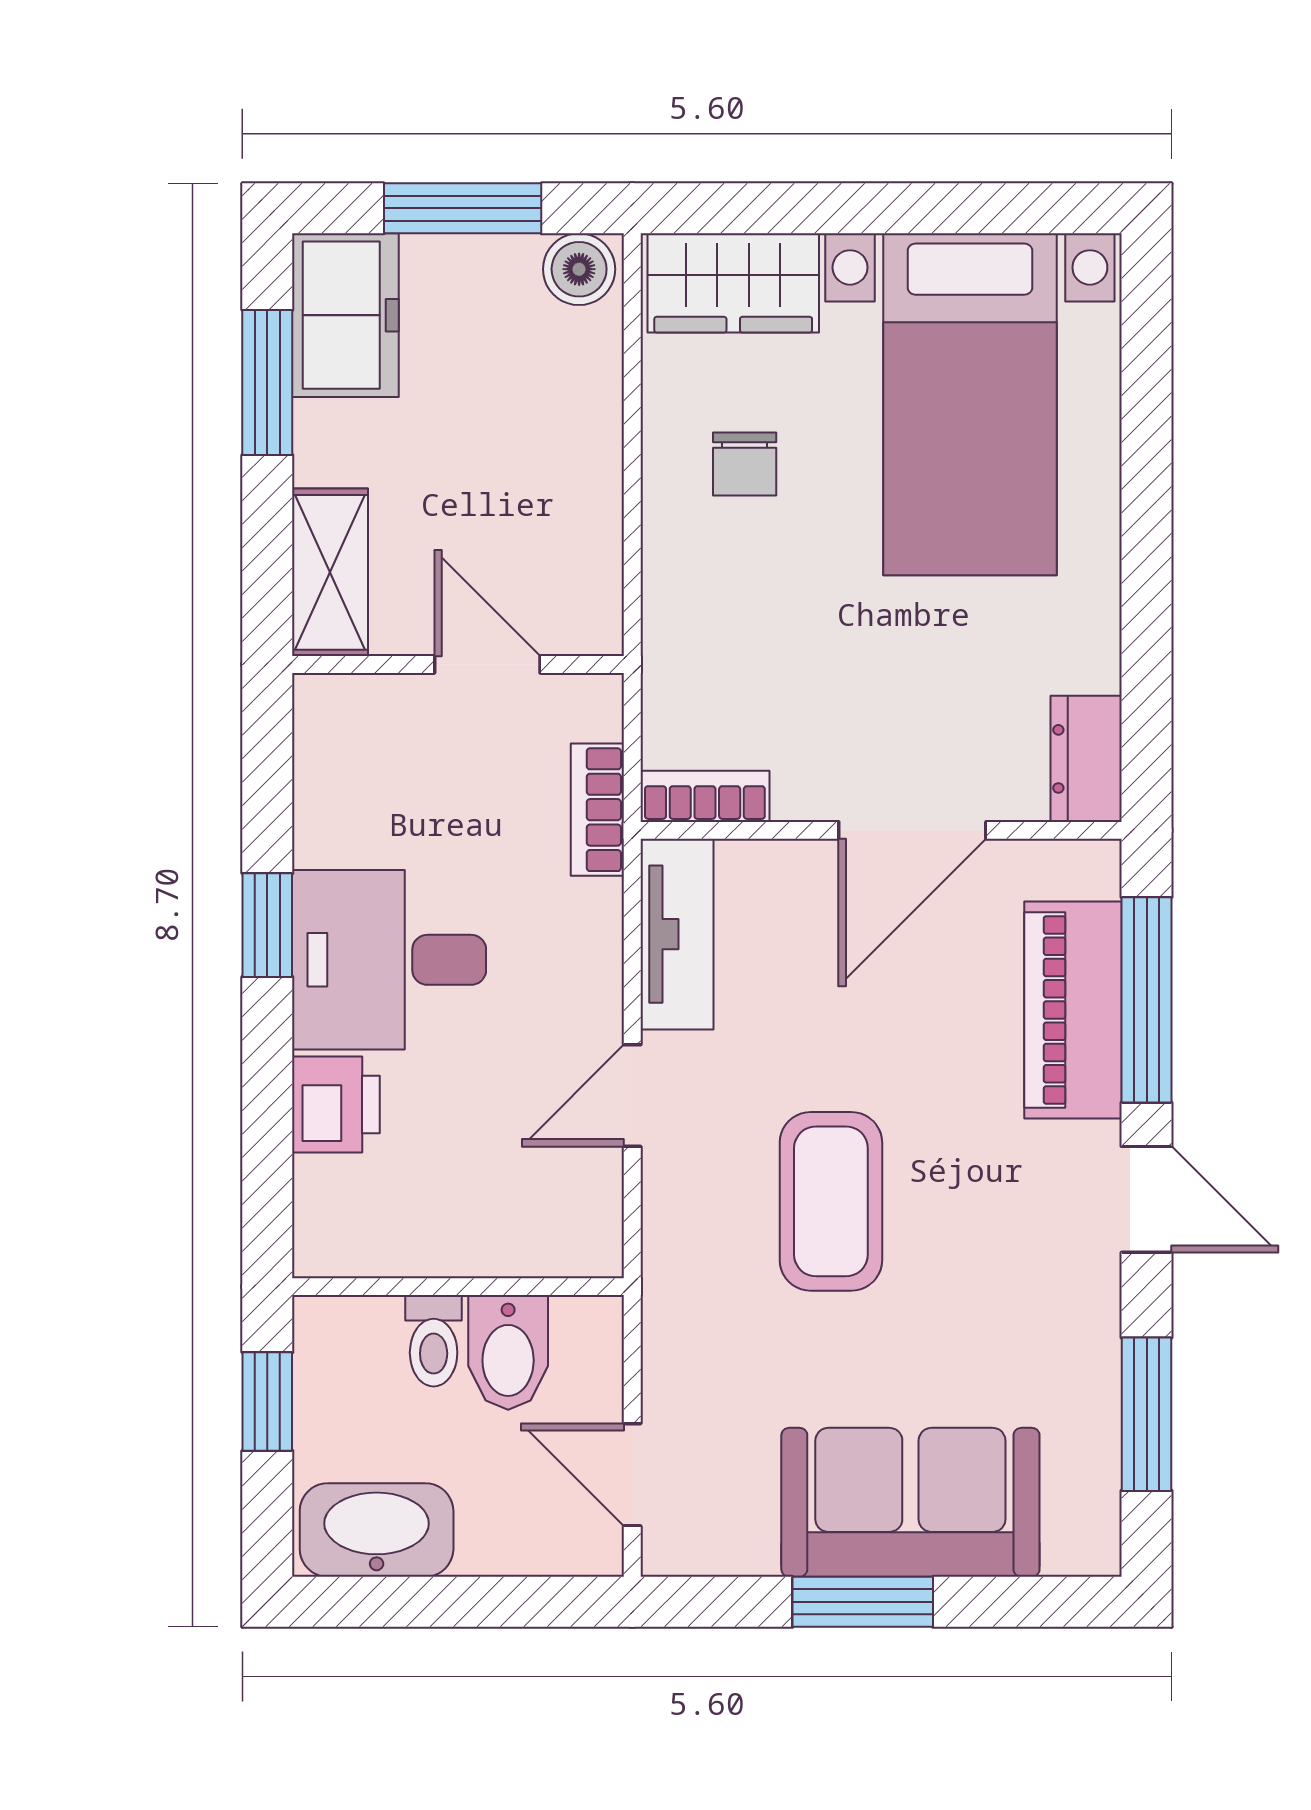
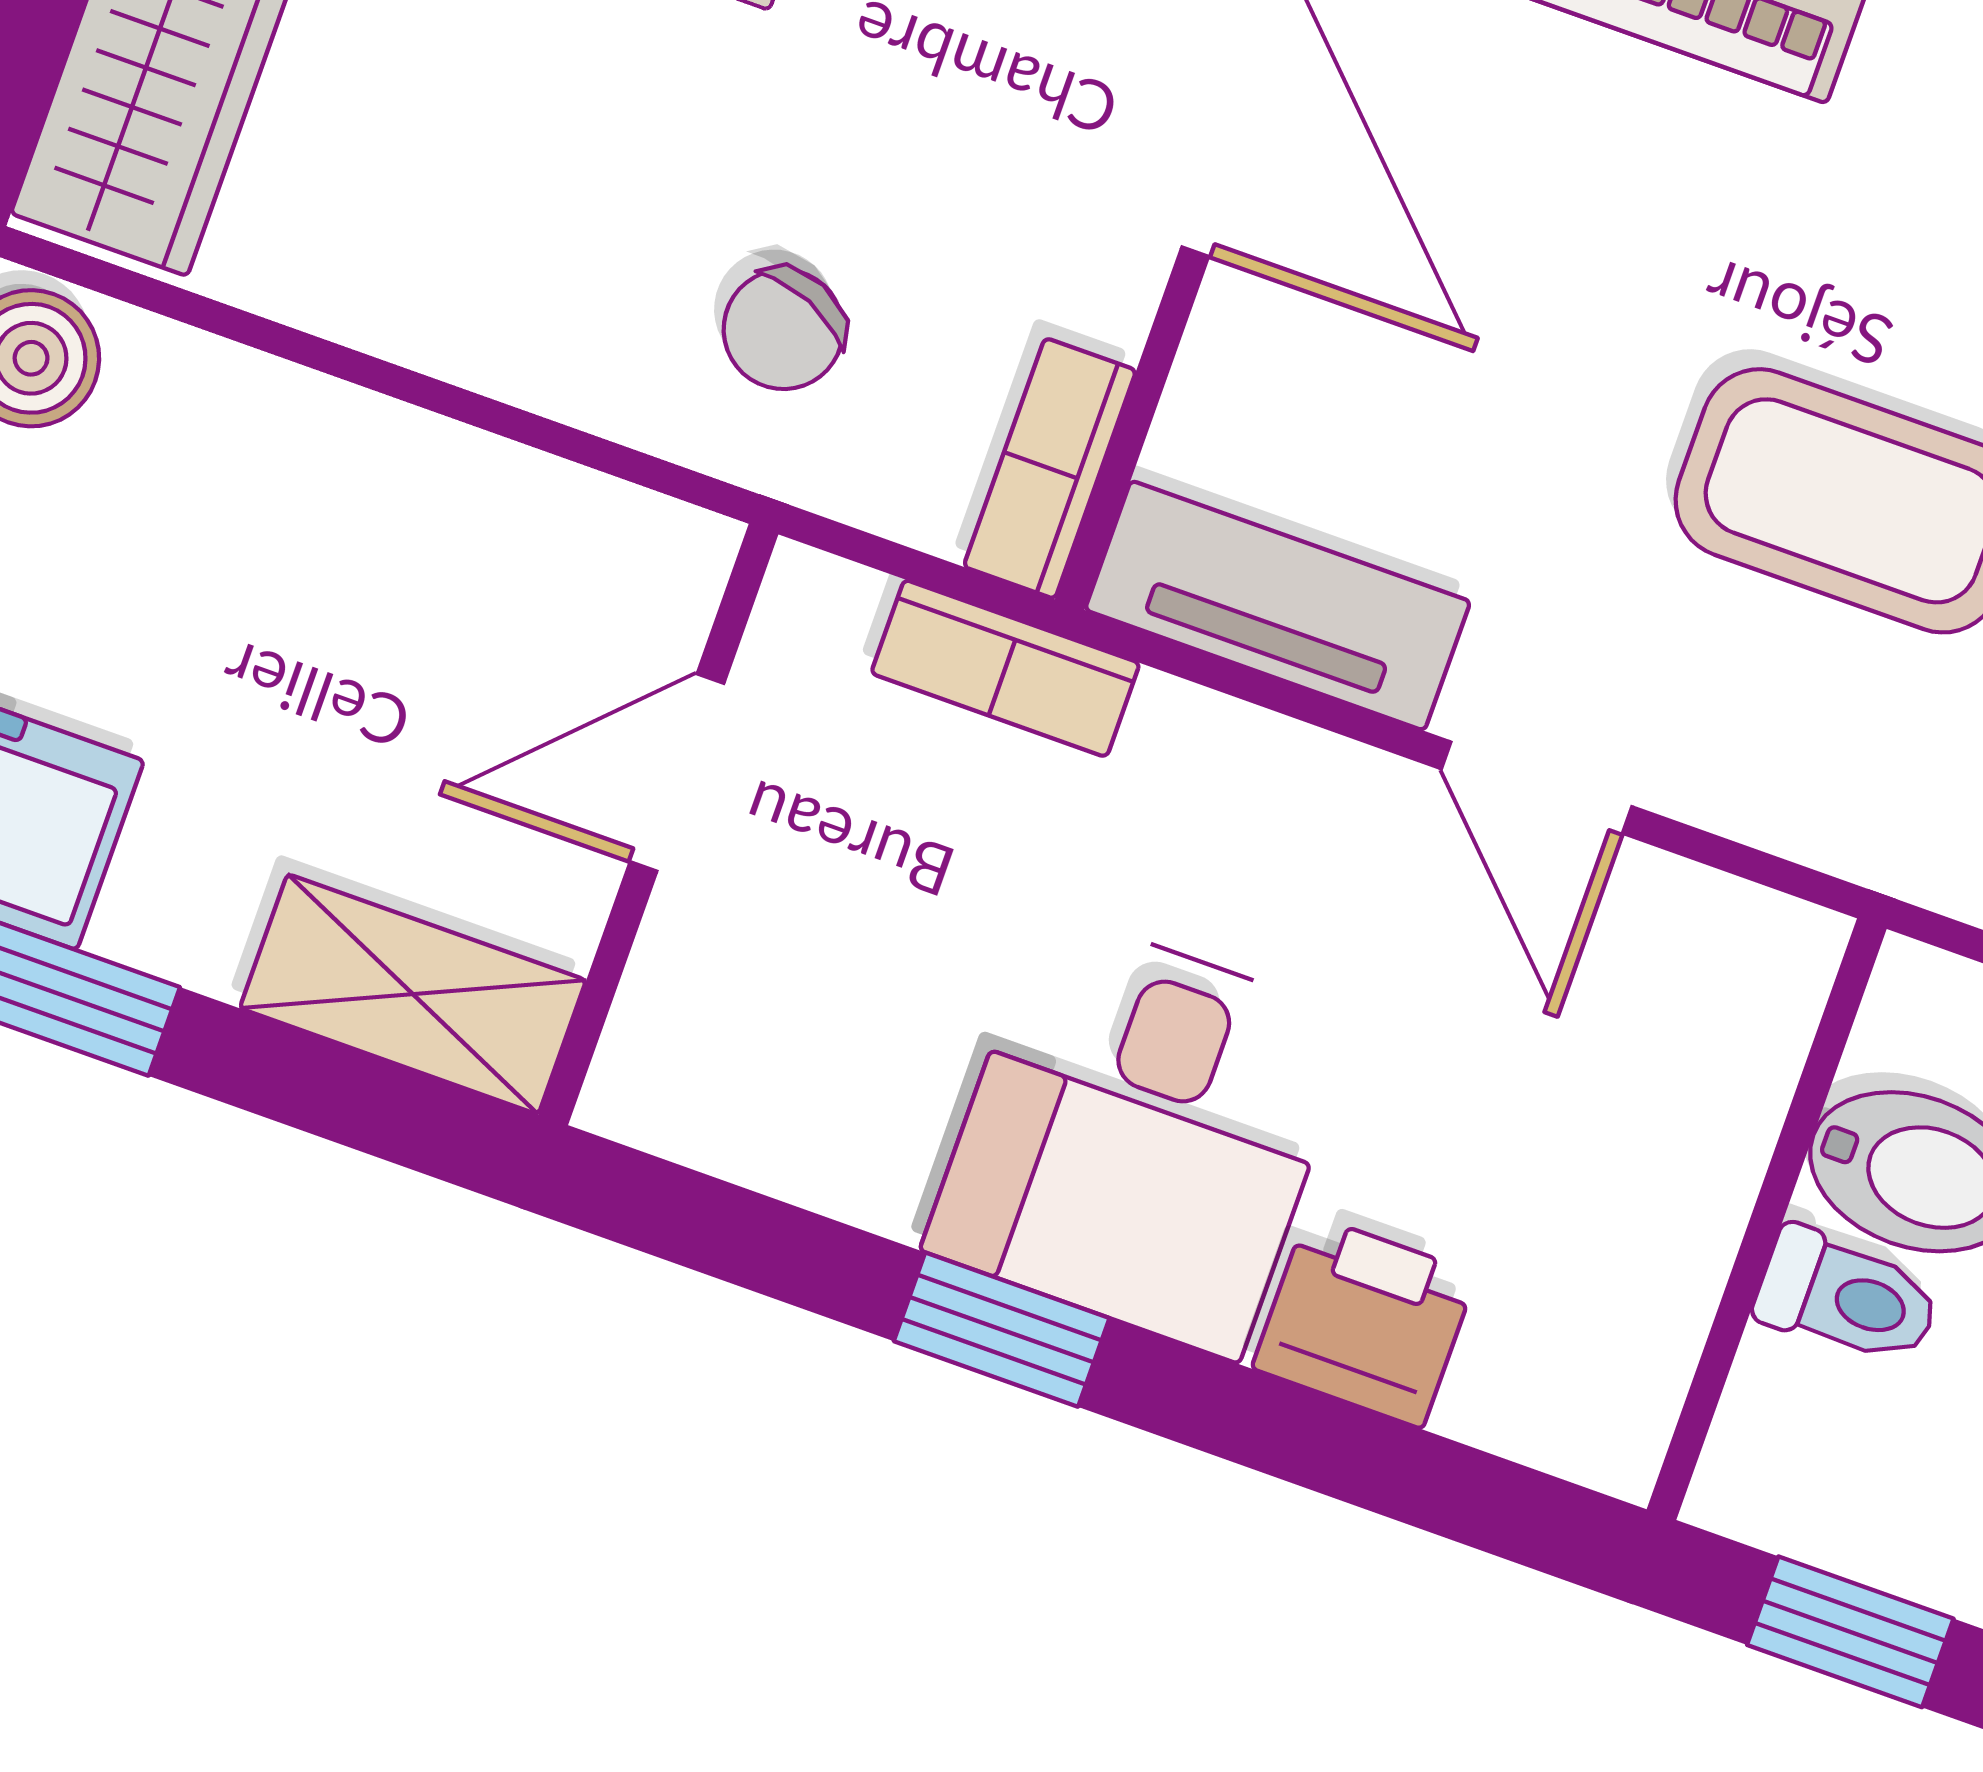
chair: (745, 464) -> (783, 329), moved, turned 113

